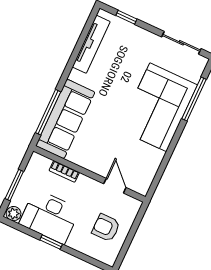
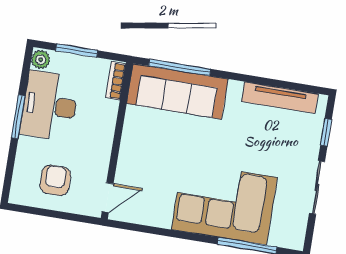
sliding door: (181, 43) -> (317, 187), moved
bookcase: (64, 171) -> (116, 81), moved
door: (115, 186) -> (108, 198), moved
window: (51, 242) -> (18, 117), width x1.50

